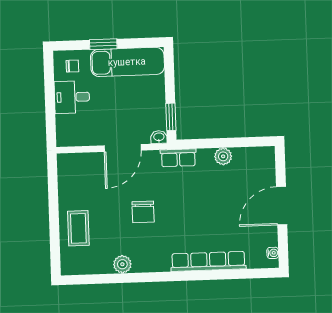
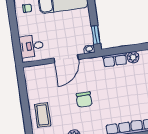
desk: (72, 97) -> (31, 46), moved
row of seats: (178, 158) -> (115, 60), moved

